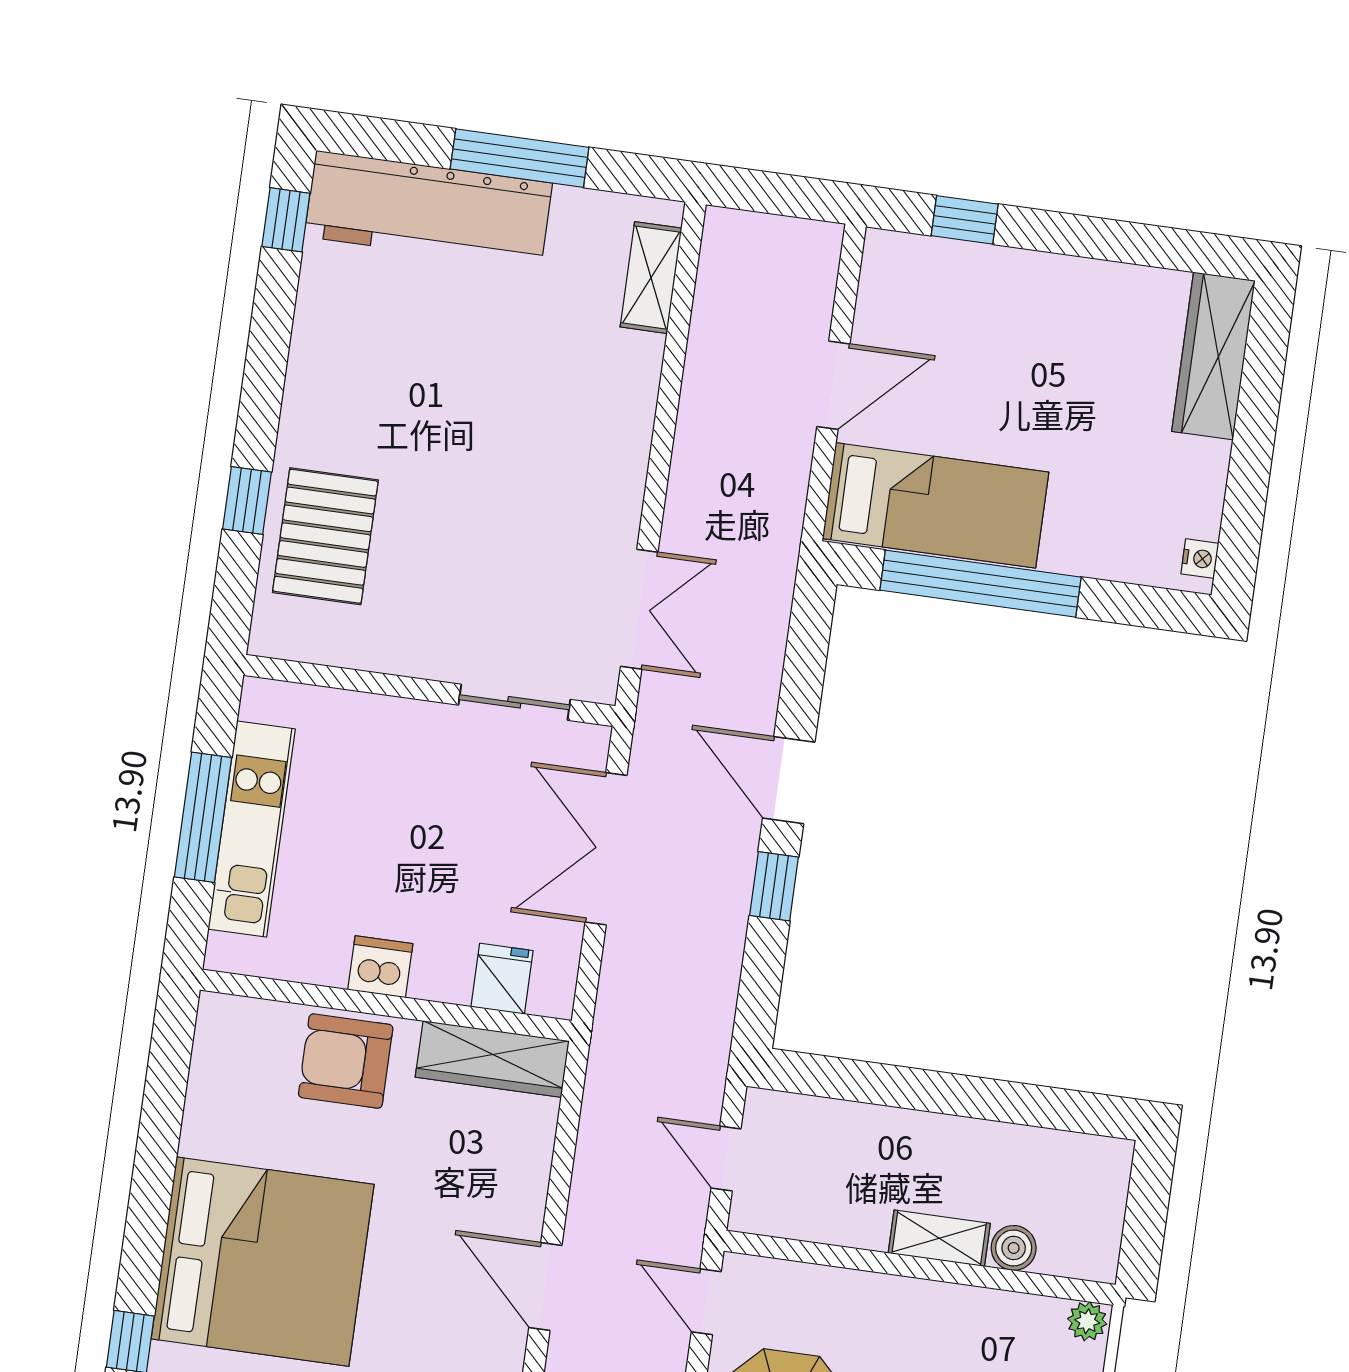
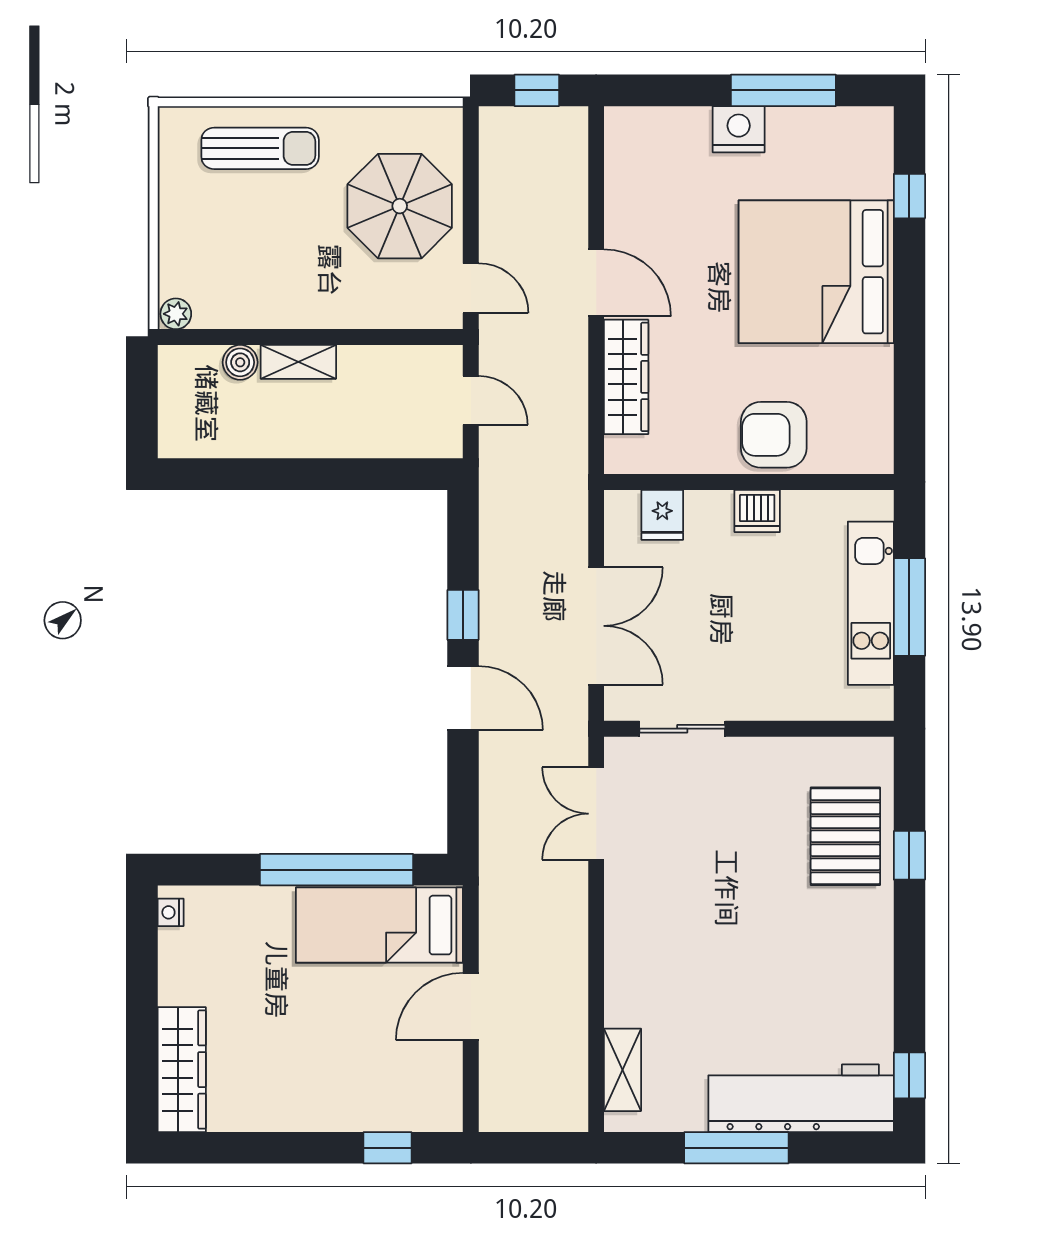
wardrobe: (492, 1059) -> (626, 377), moved, turned 90
armchair: (346, 1061) -> (774, 435), turned 180

